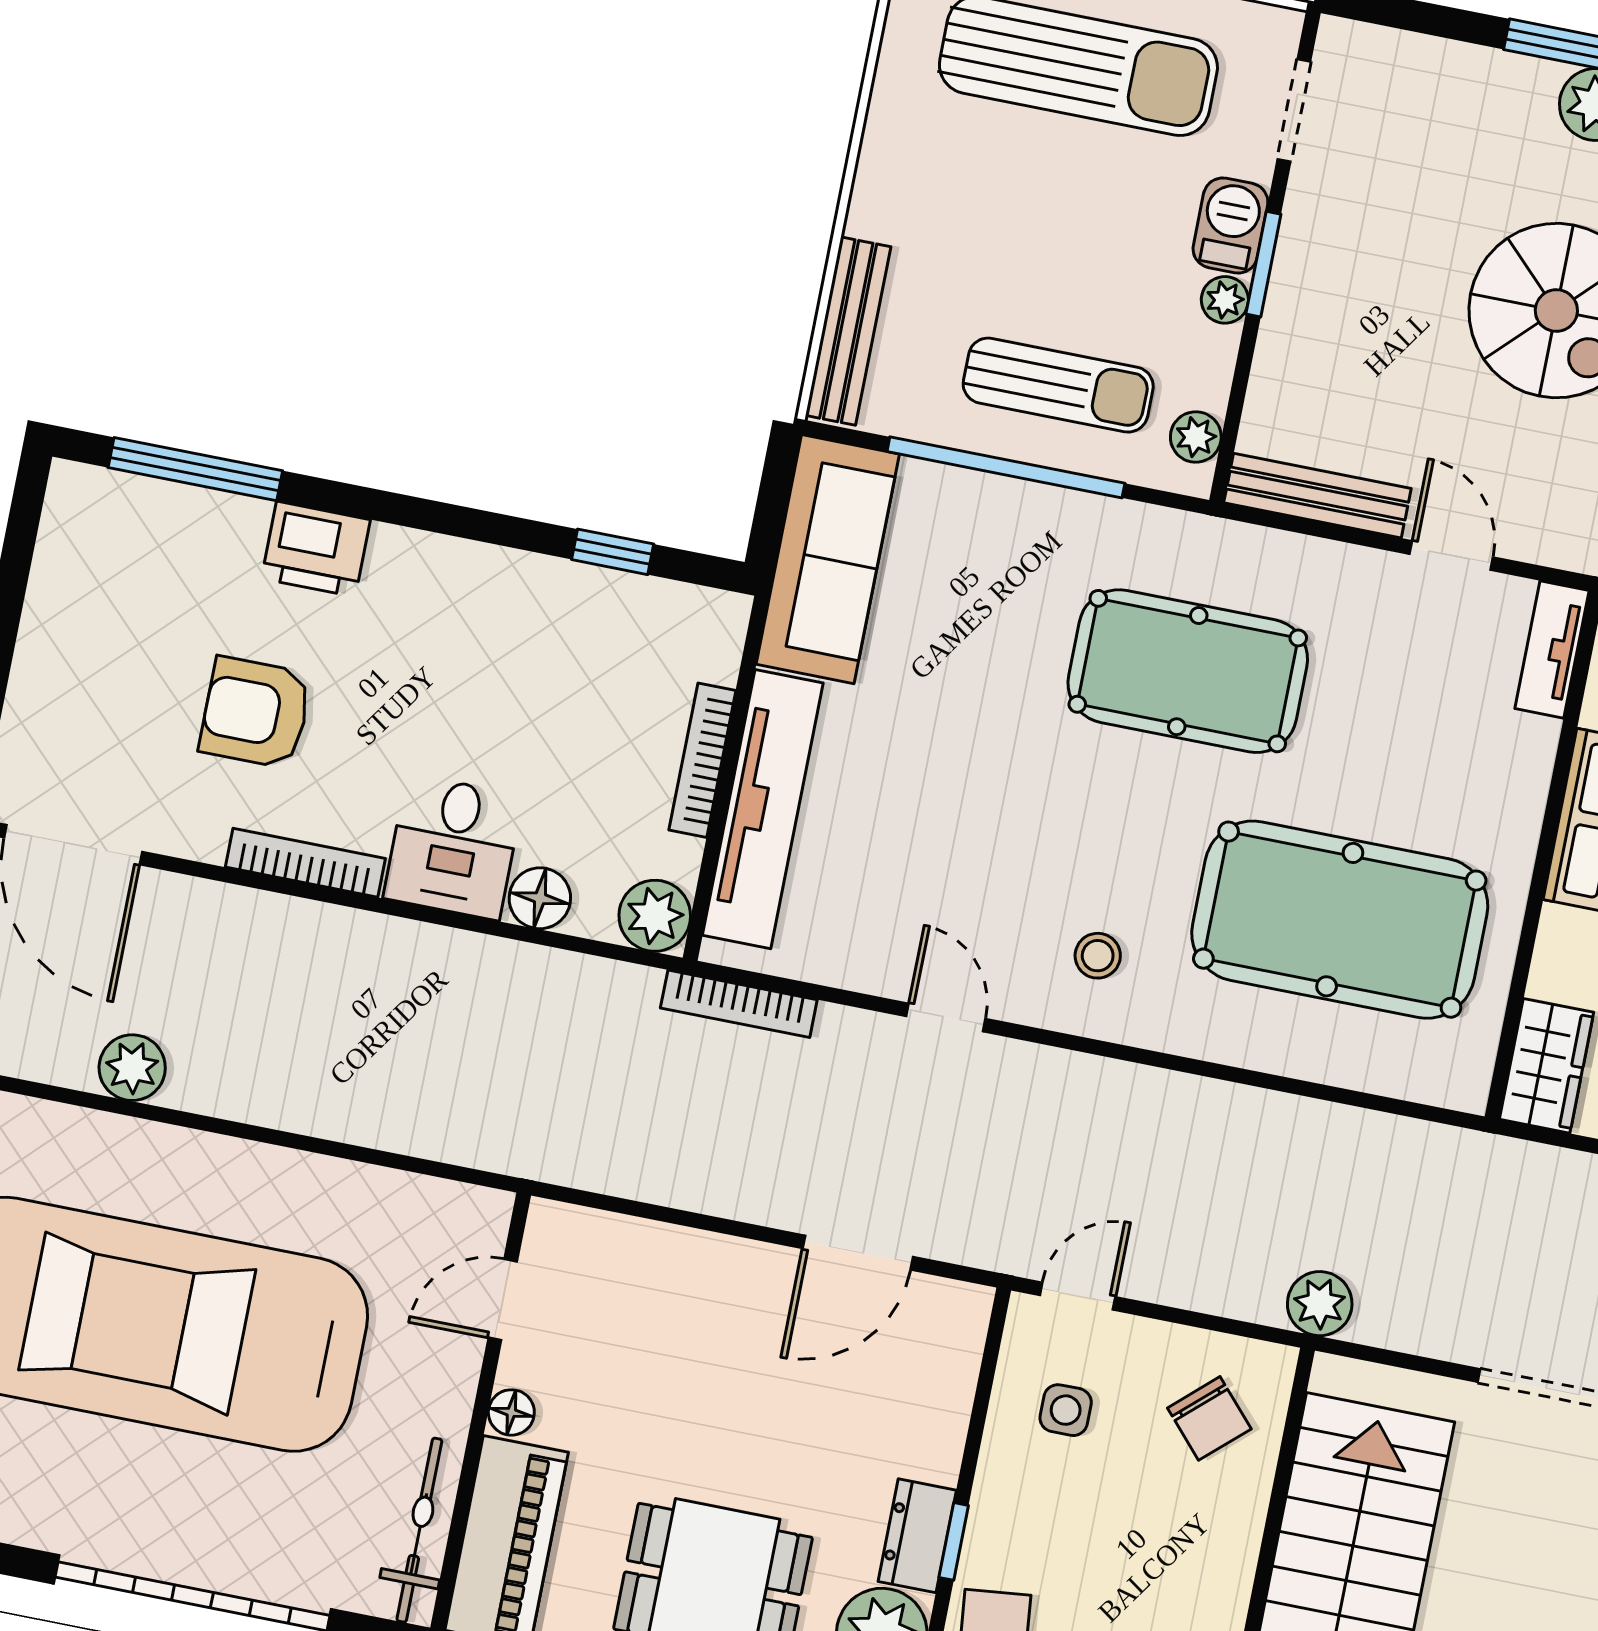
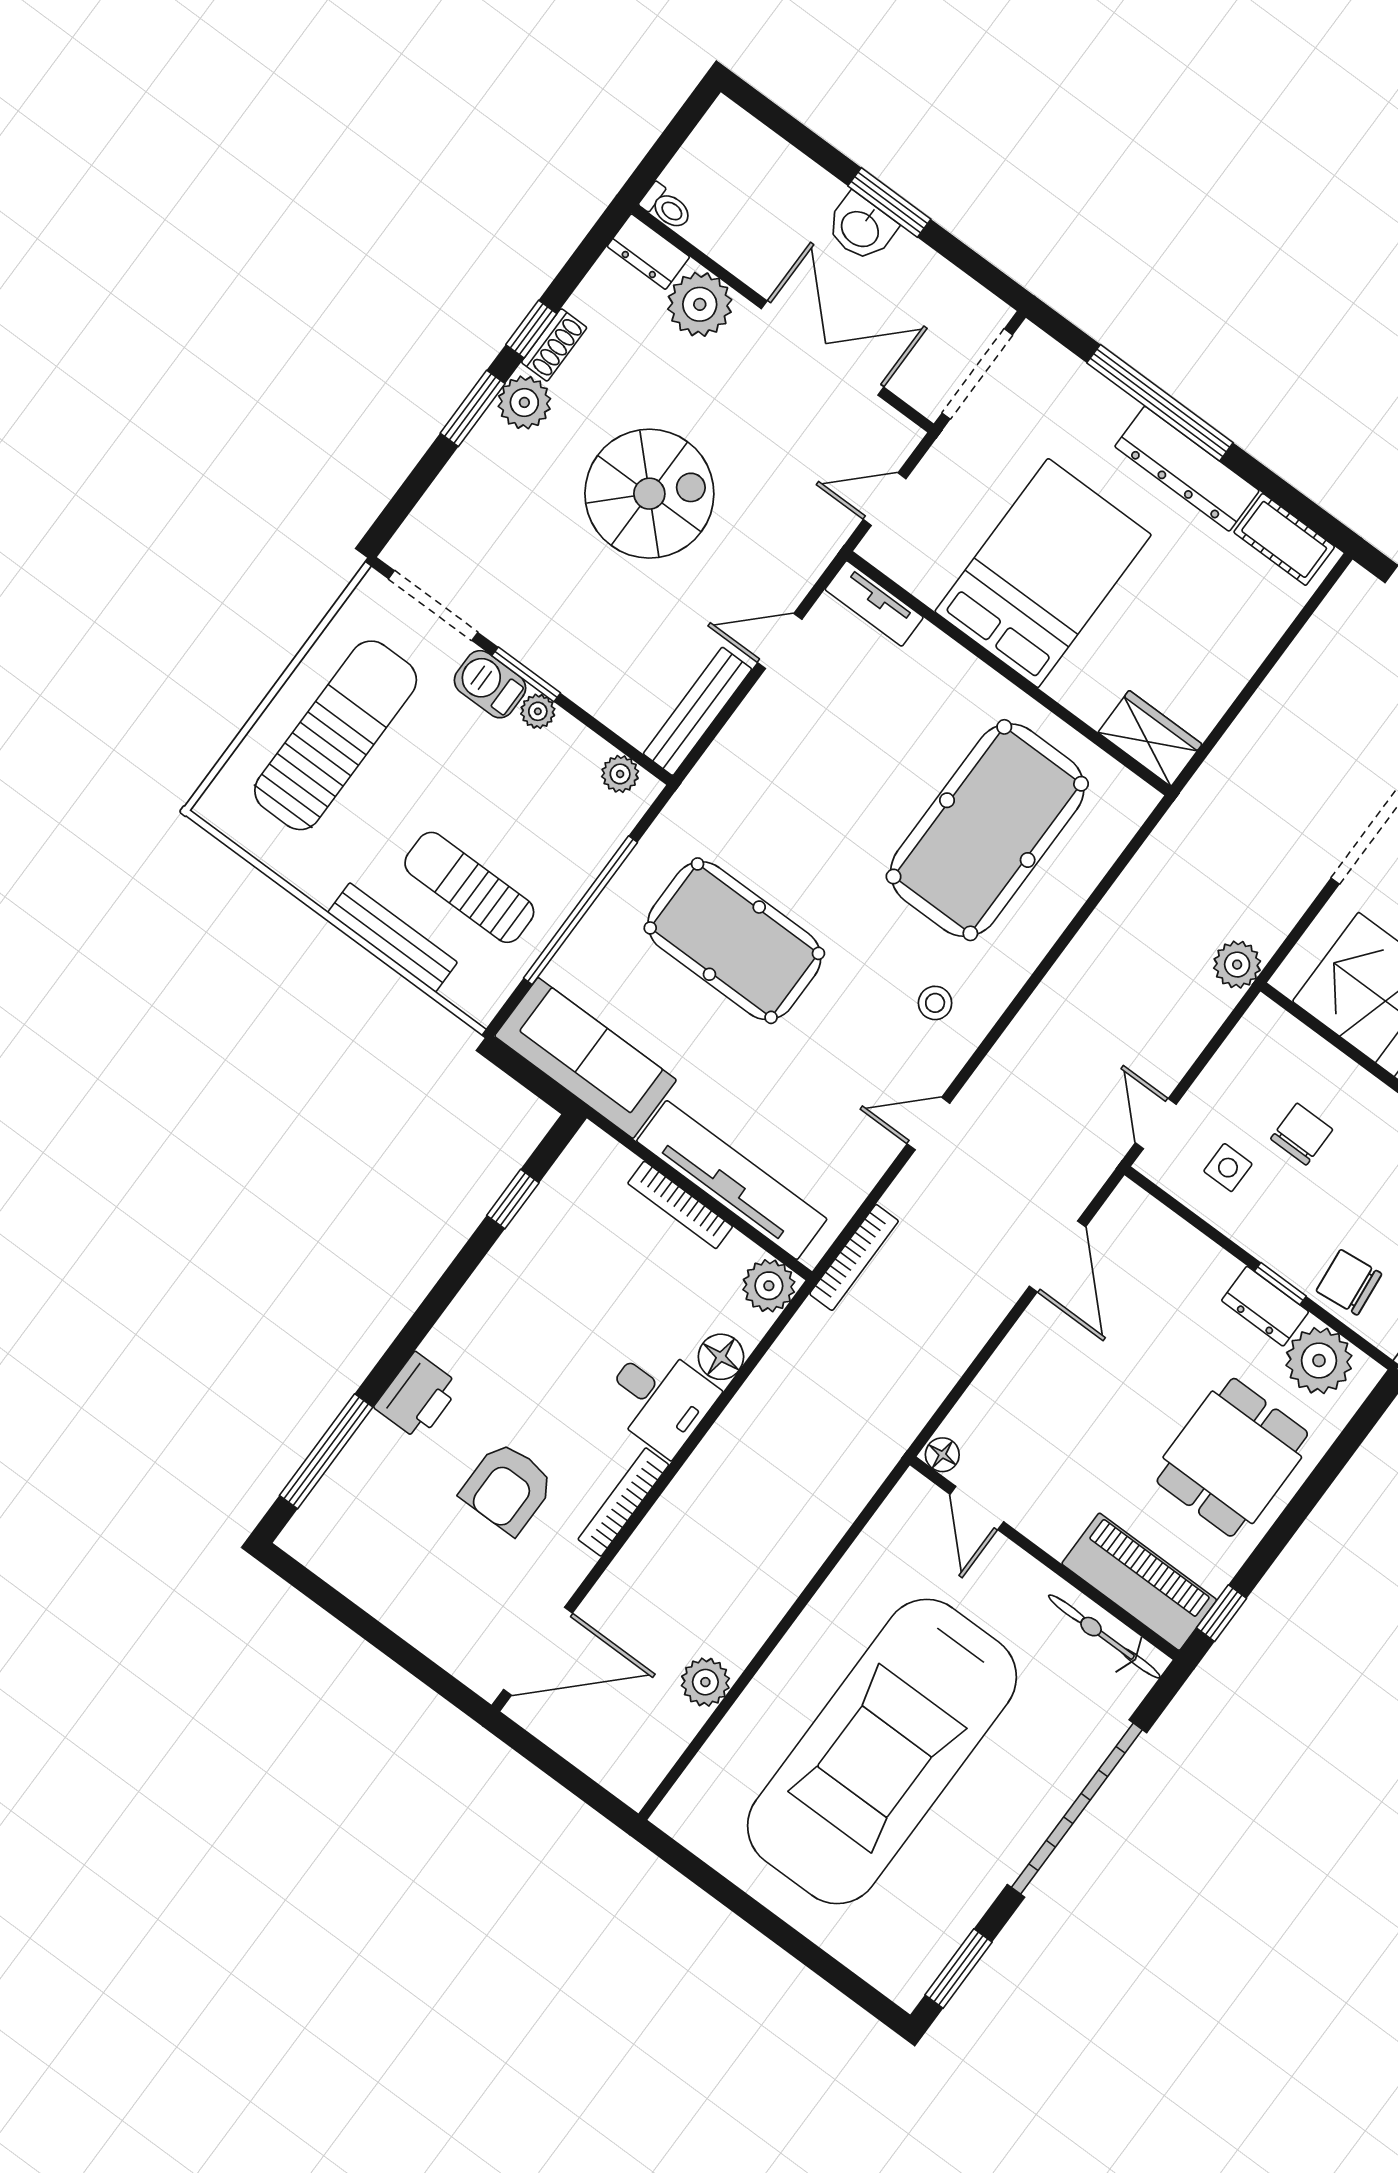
doorway: (1294, 110) -> (433, 606), width x1.38
bench: (848, 331) -> (392, 937), moved
sun lounger: (1058, 385) -> (469, 887), moved, turned -90
pool table: (1188, 671) -> (734, 941), moved, turned 90
floor lamp: (511, 1412) -> (942, 1455), moved
chair: (1209, 1418) -> (1302, 1134), moved, turned -48

